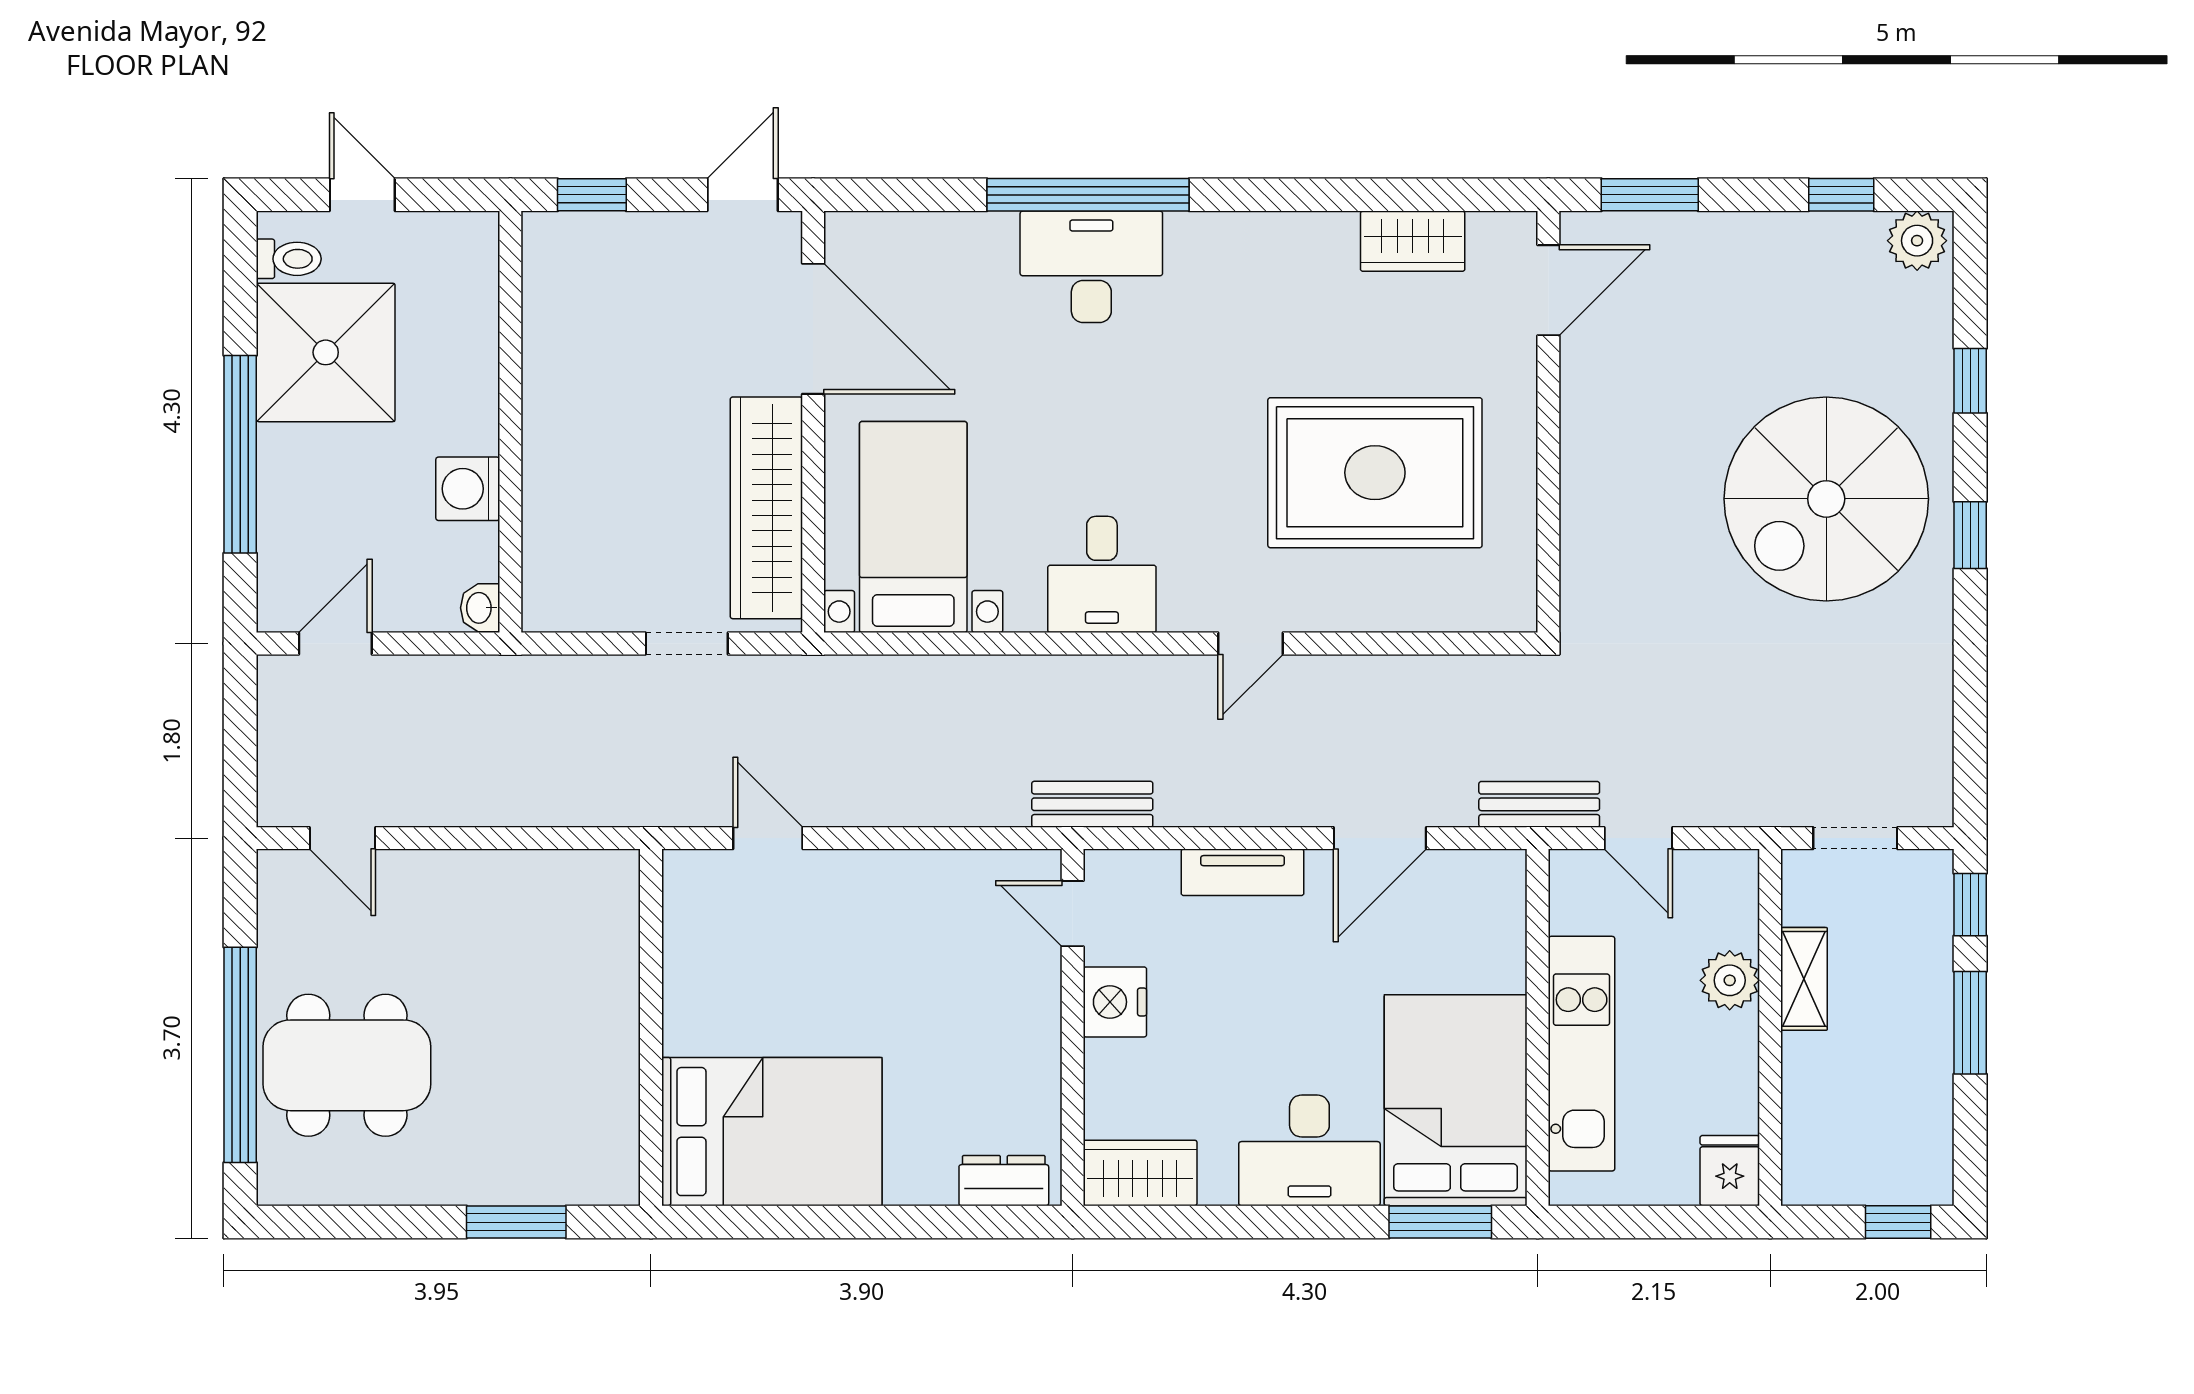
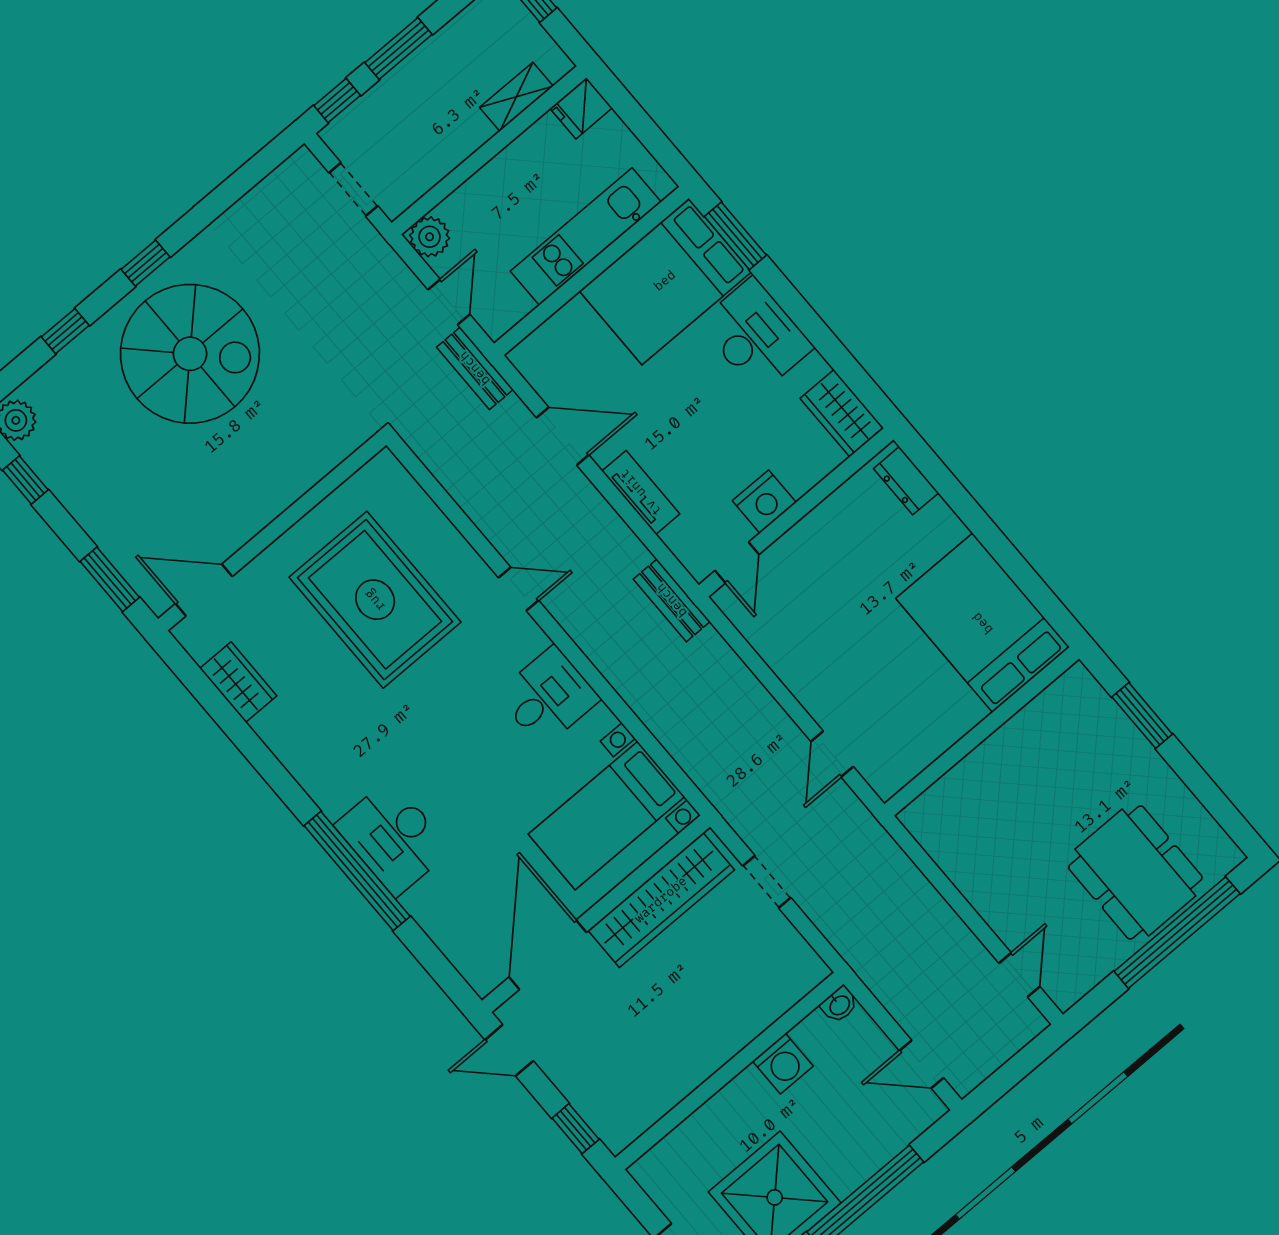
shelving: (1804, 979) -> (516, 97), moved
plant: (1730, 980) -> (430, 237), moved

